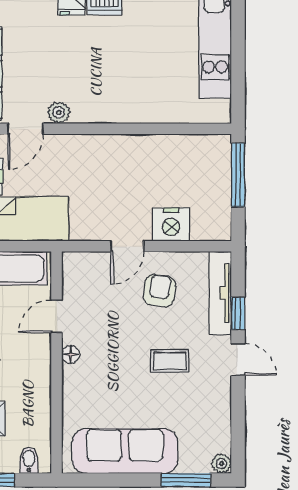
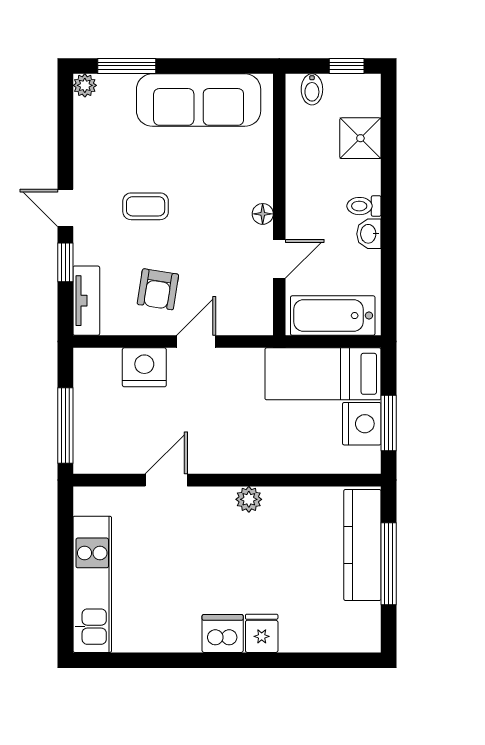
plant: (59, 112) -> (249, 499), moved
door: (25, 129) -> (166, 480), moved
tv unit: (220, 293) -> (86, 301), width x0.71

